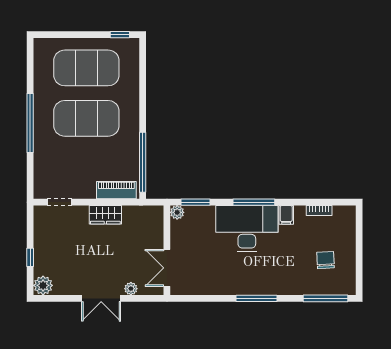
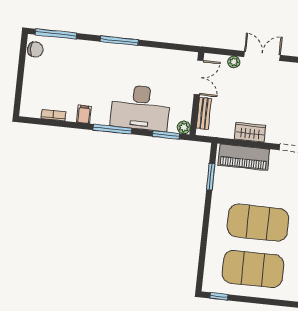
window: (143, 162) -> (211, 177), width x0.47
piano: (116, 190) -> (244, 157), width x1.37, depth x1.33
desk: (247, 229) -> (141, 108), moved
bench: (157, 230) -> (204, 113), added
chair: (326, 260) -> (35, 49), moved, turned -87

